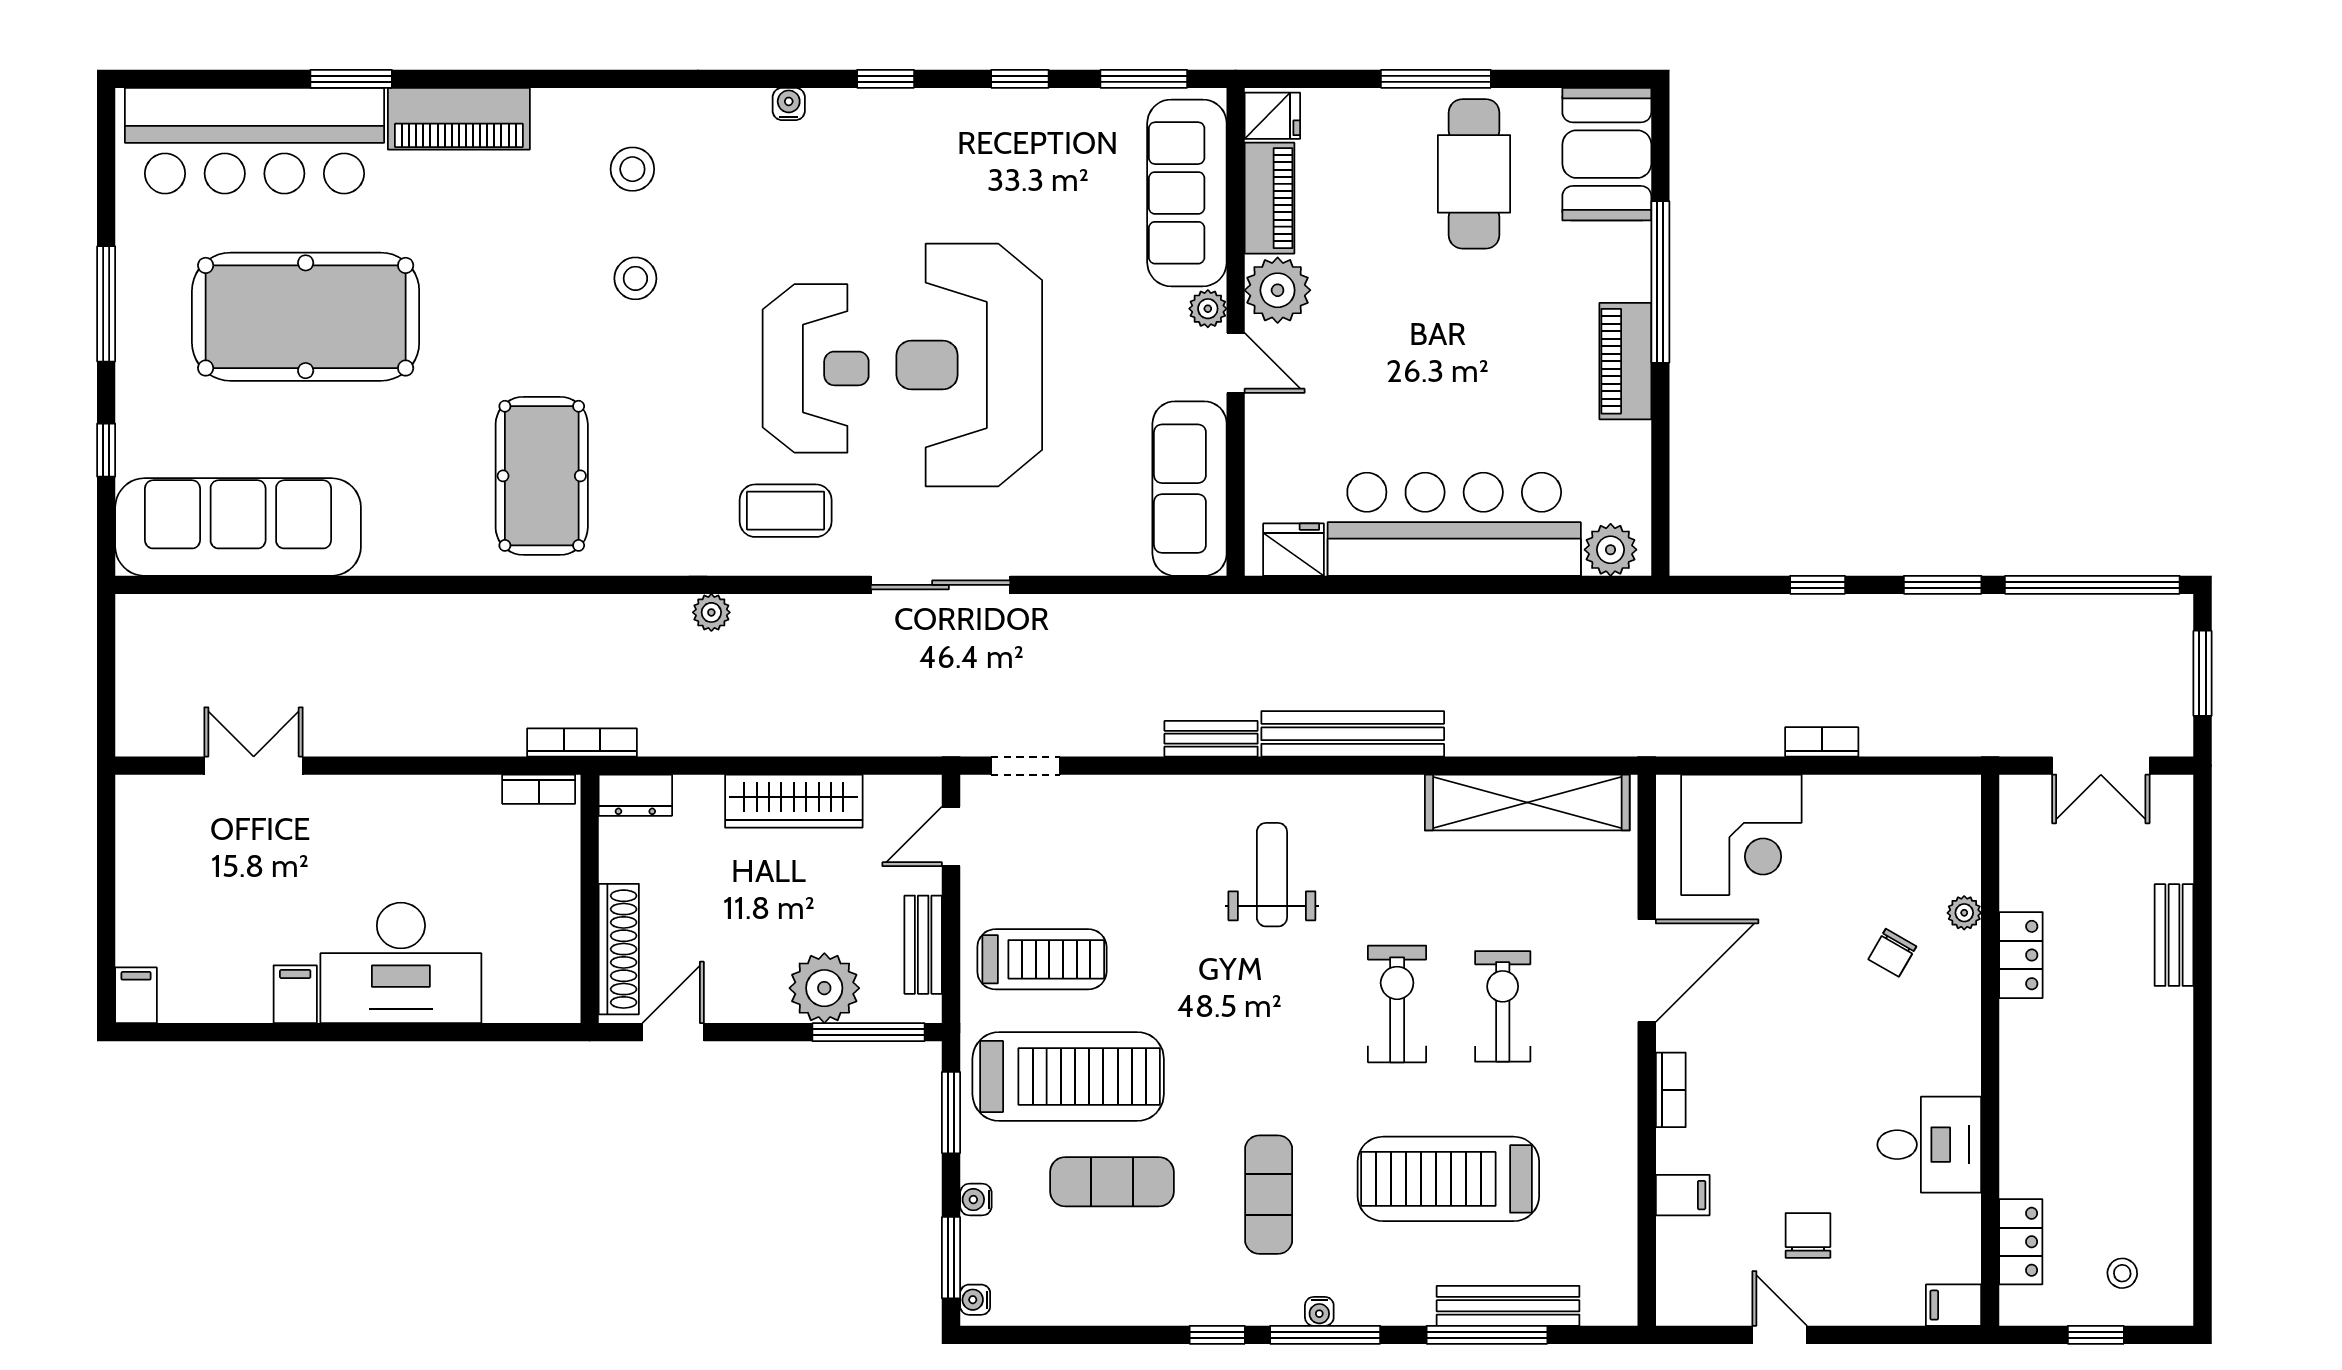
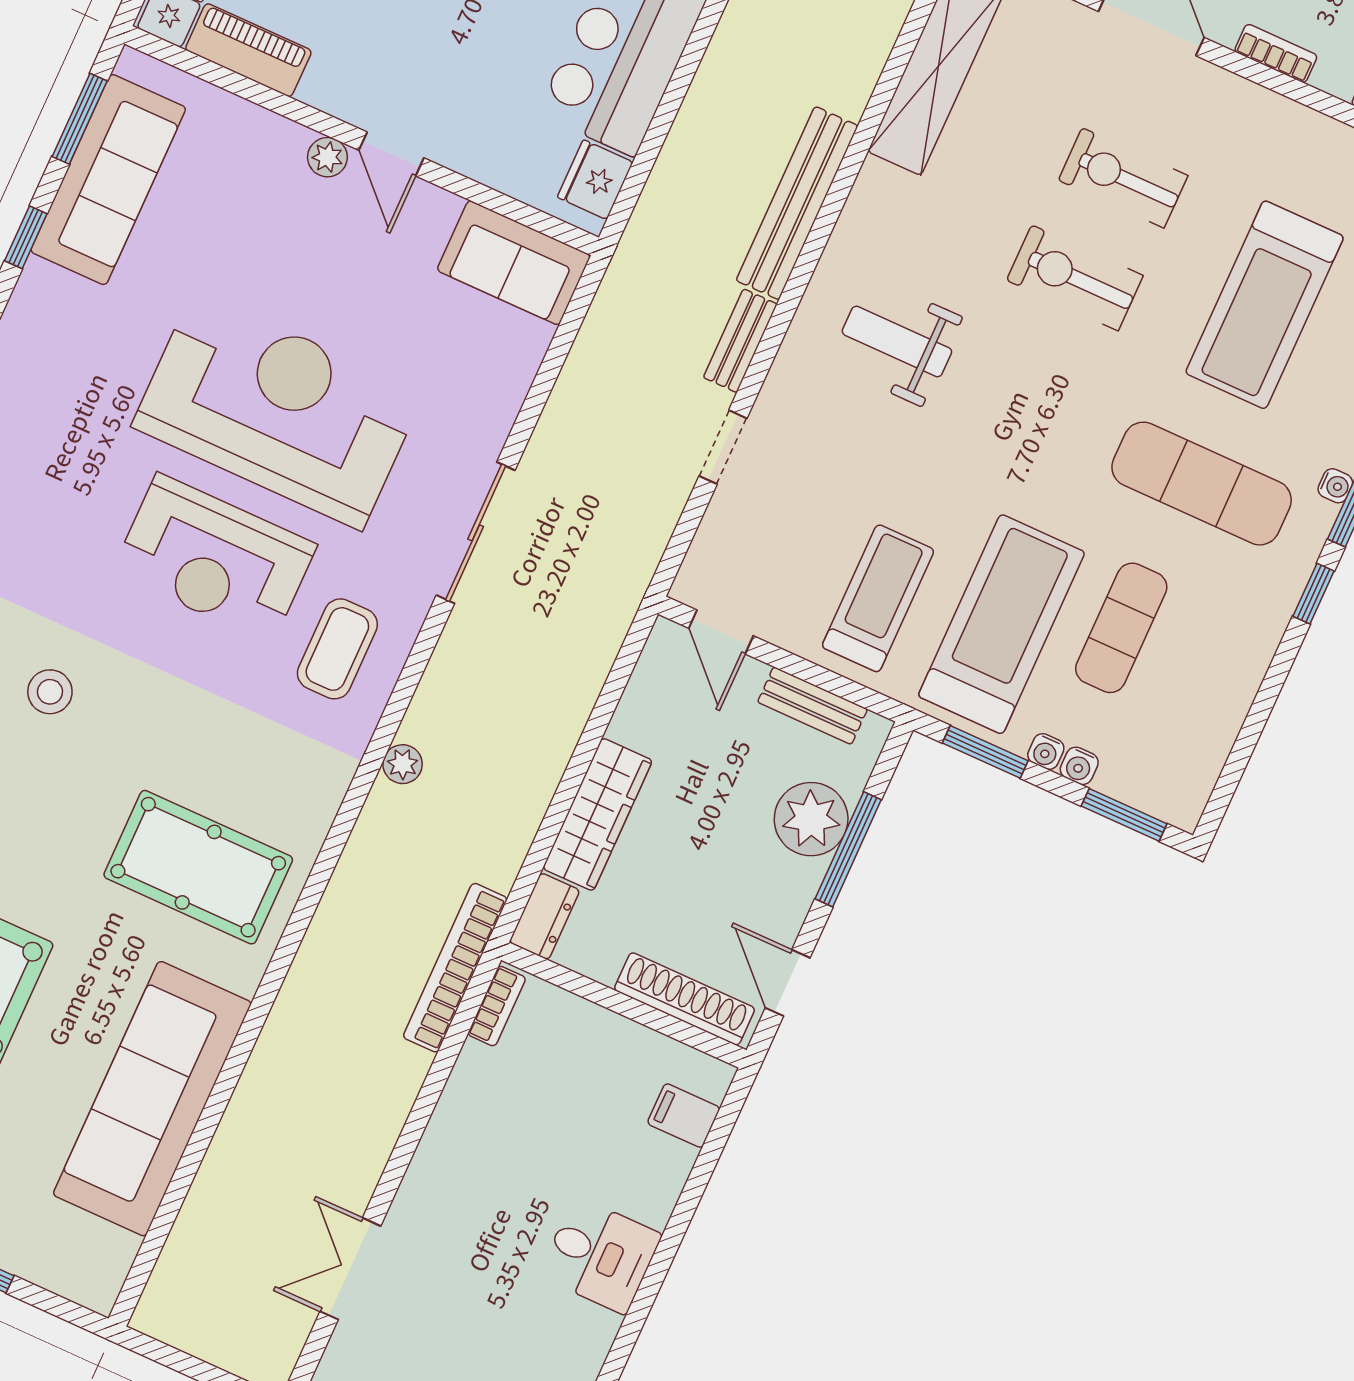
sofa: (1187, 193) -> (108, 180), moved, turned -90
plant: (1278, 290) -> (340, 82), removed
door: (1236, 363) -> (391, 154), swing flipped
reception desk: (969, 365) -> (278, 410), turned 180
reception desk: (816, 368) -> (214, 558), turned 180
sofa: (1190, 489) -> (514, 263), width x0.73
sofa: (238, 527) -> (152, 1099), moved
bookcase: (582, 742) -> (455, 968), width x1.48, depth x1.31
doorway: (1025, 766) -> (723, 447), moved
wardrobe: (794, 801) -> (598, 814), moved
desk: (401, 963) -> (600, 1255), width x0.53, depth x0.77
filing cabinet: (295, 994) -> (684, 1116), moved
window: (868, 1032) -> (848, 849), moved
exercise mat: (1269, 1195) -> (1202, 484), width x1.36, depth x1.45
water cooler: (975, 1300) -> (1046, 752), moved

